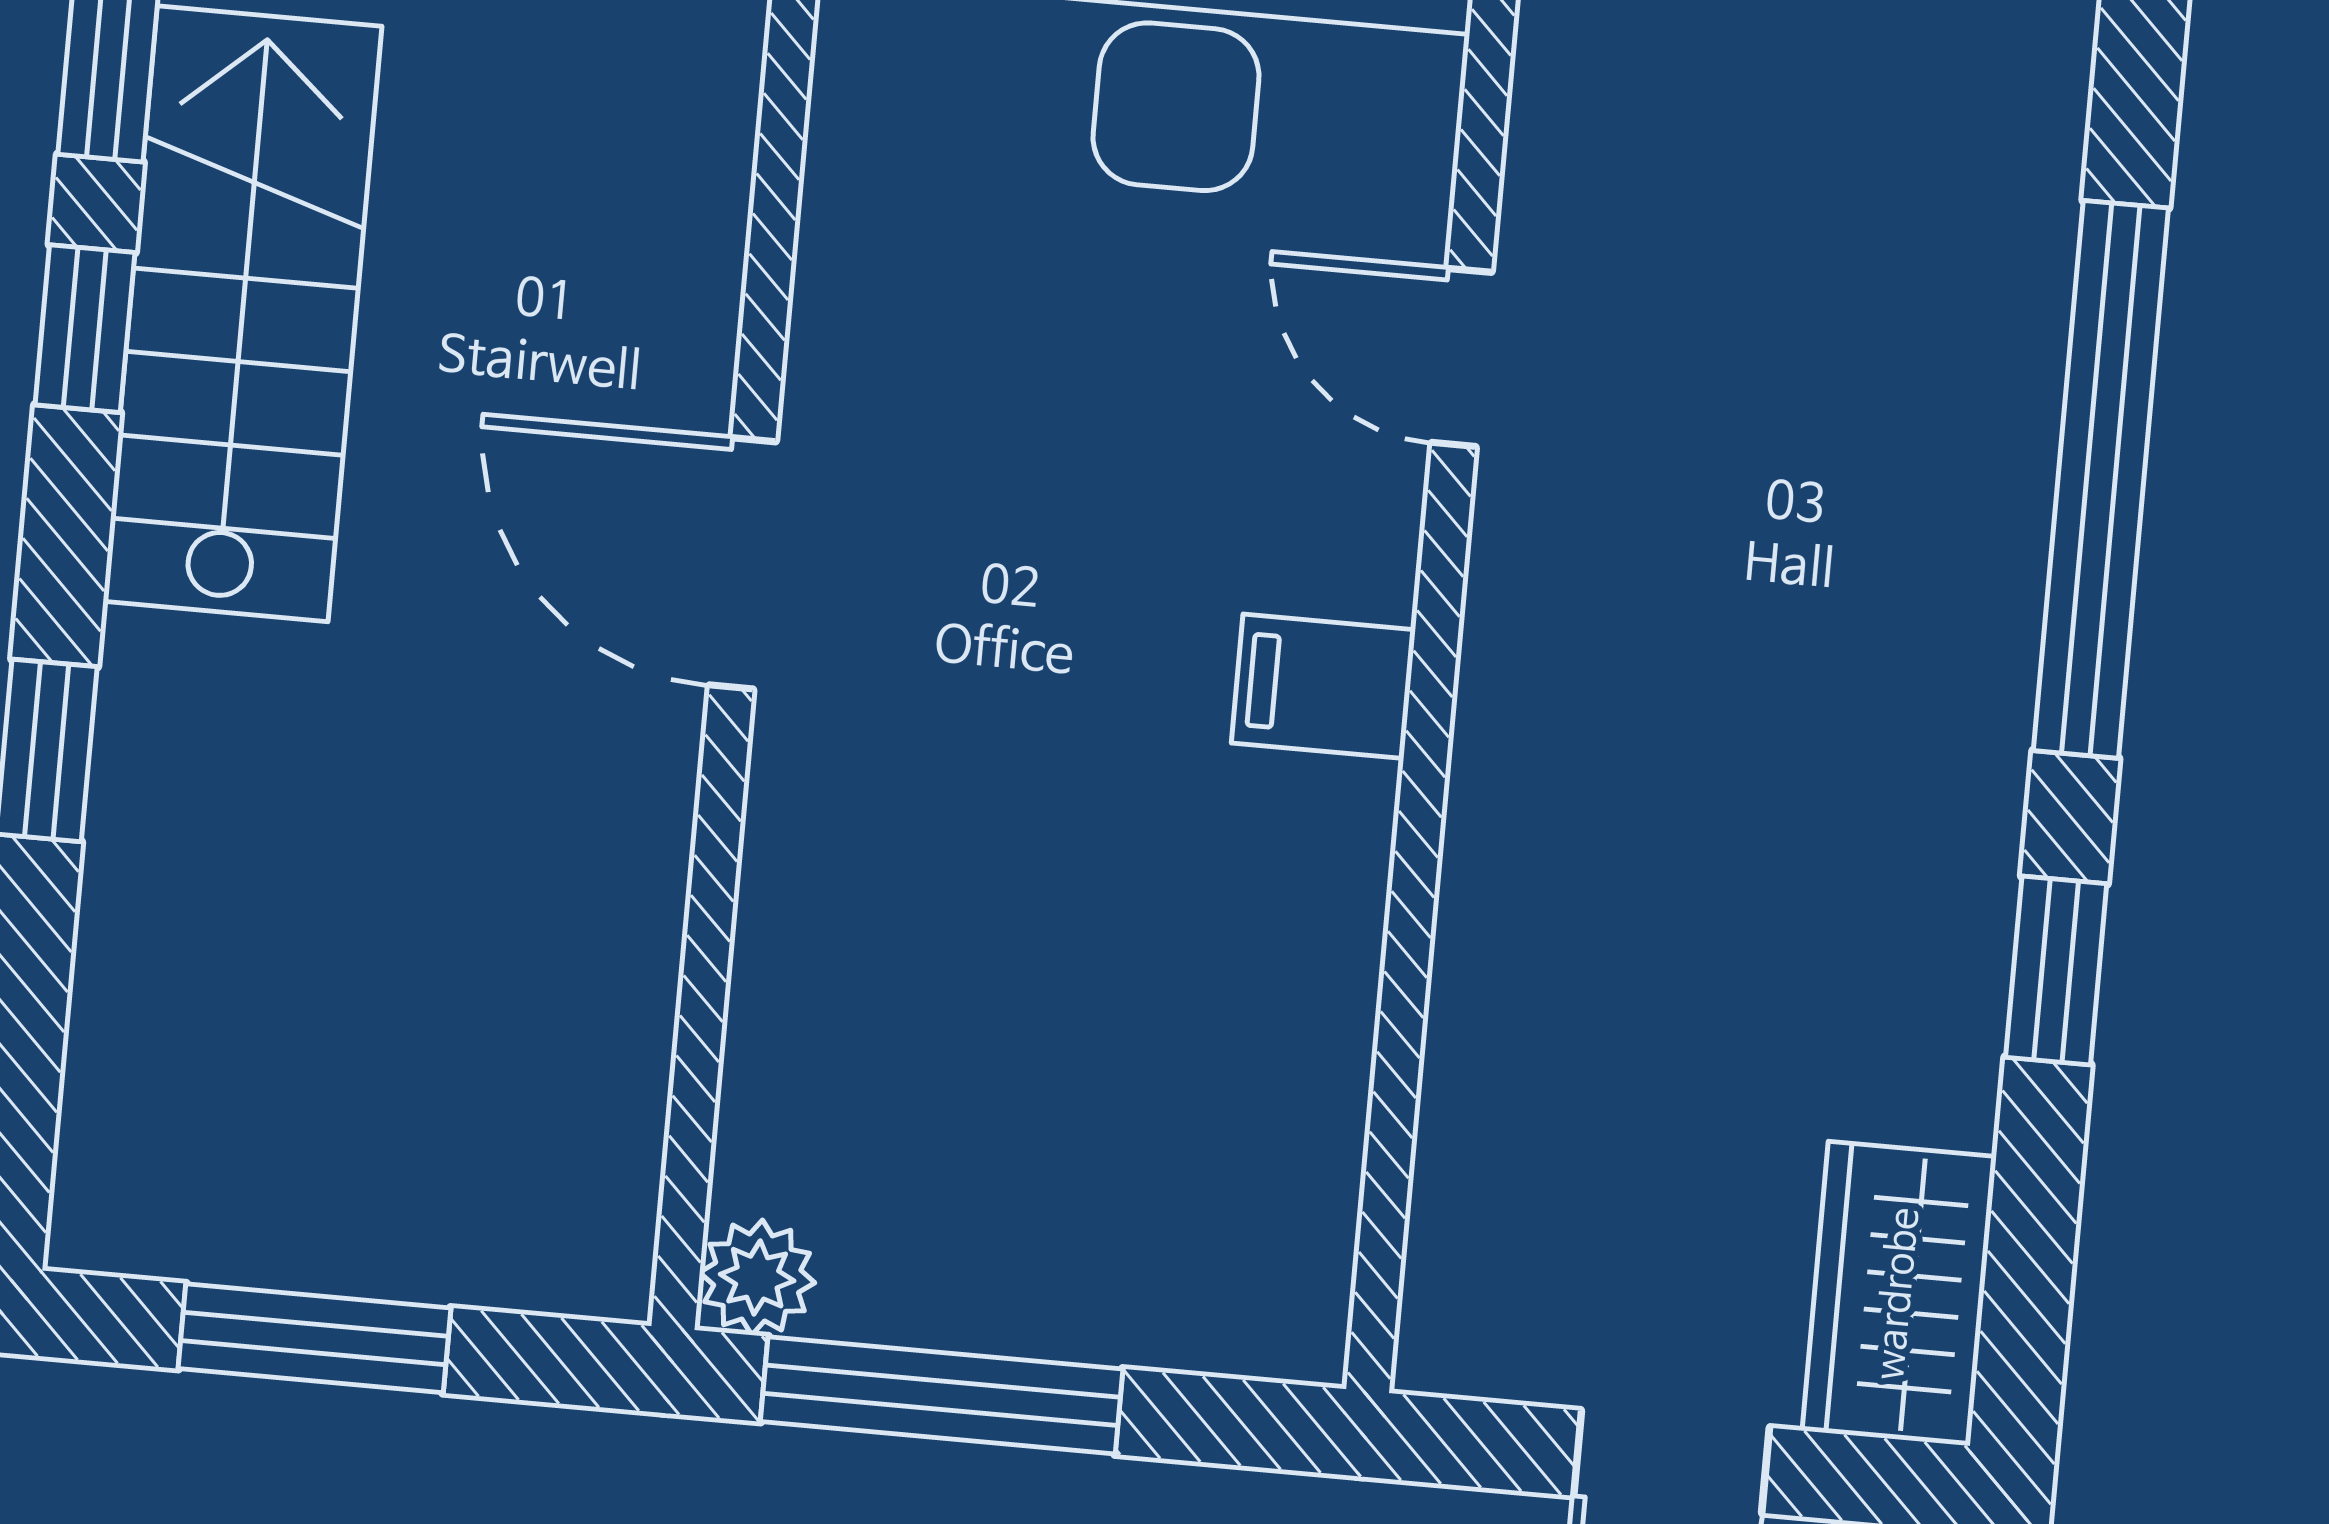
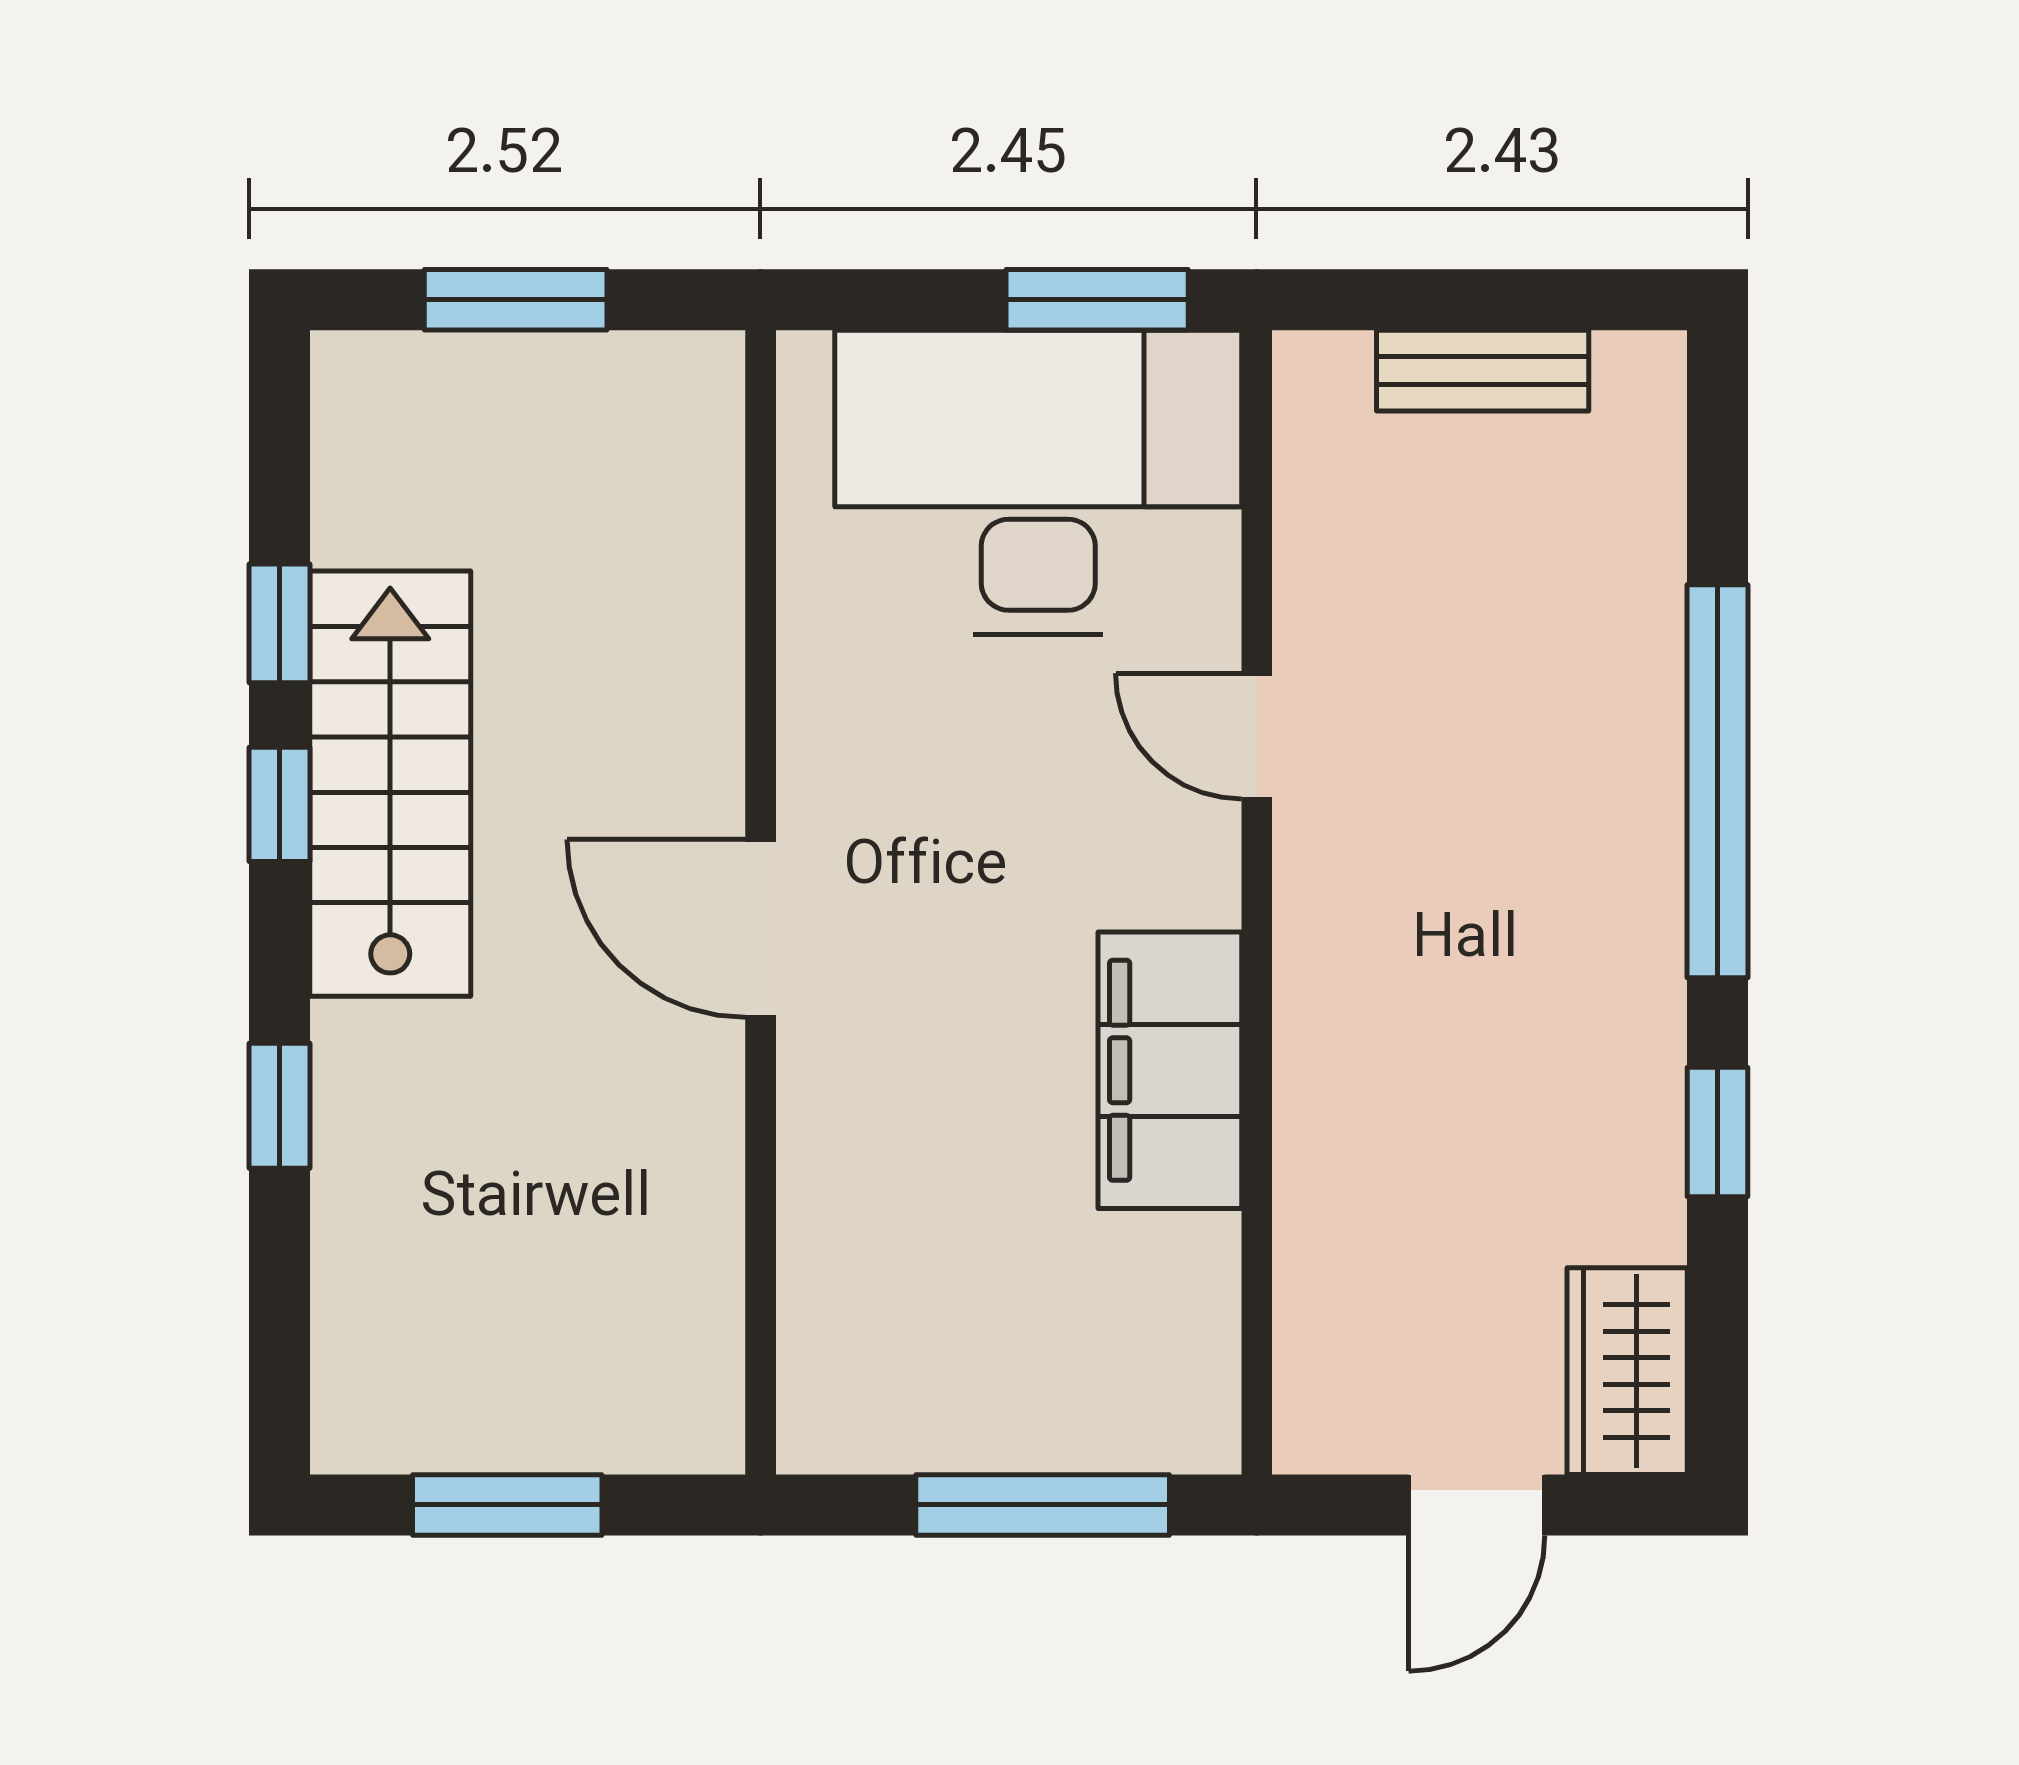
filing cabinet: (1323, 686) -> (1170, 1070), width x3.00, depth x1.17
plant: (757, 1278) -> (817, 1433), removed
window: (942, 1395) -> (1043, 1505), moved

